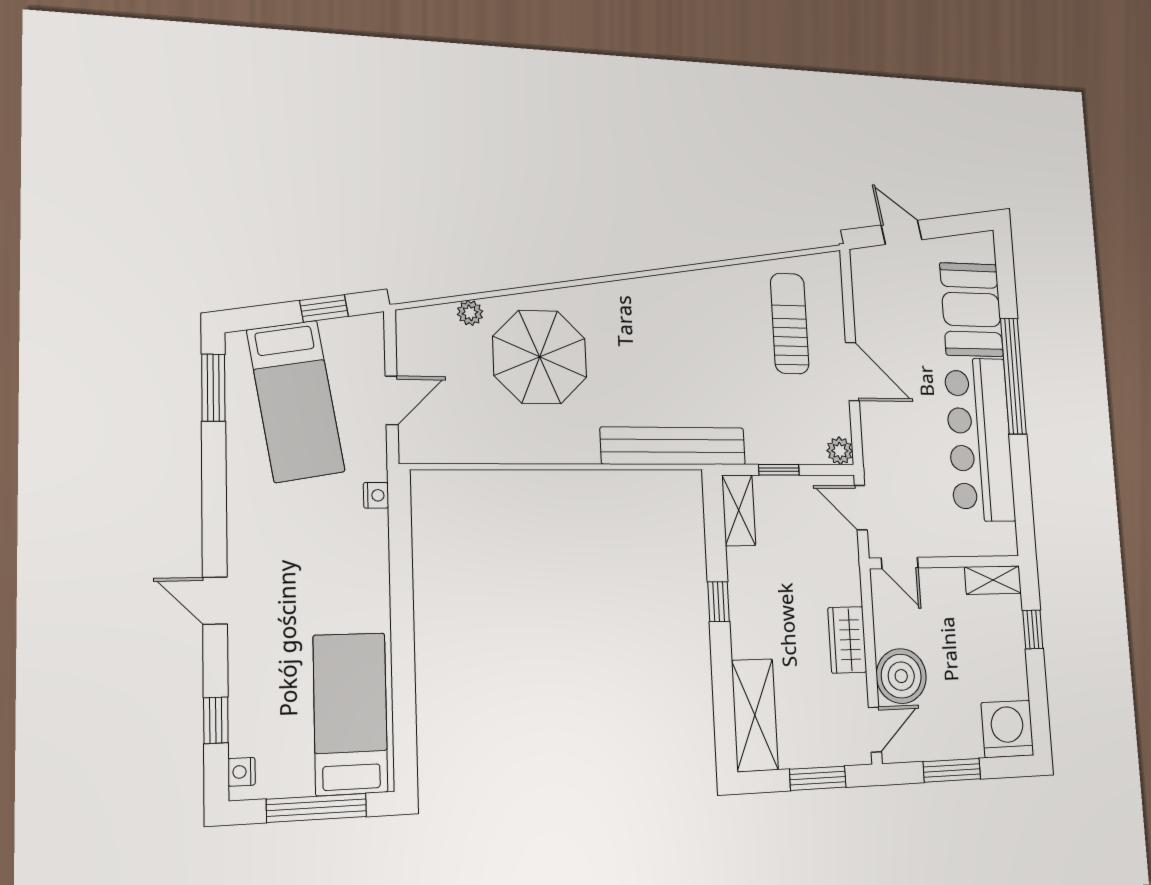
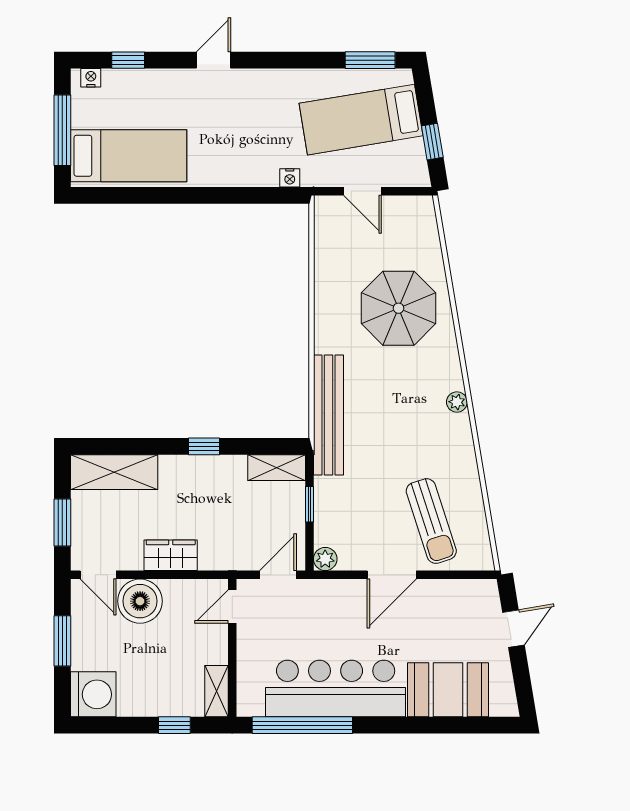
plant: (470, 313) -> (457, 402), moved
sun lounger: (790, 323) -> (431, 521), turned 72
window: (1013, 376) -> (302, 725), moved

